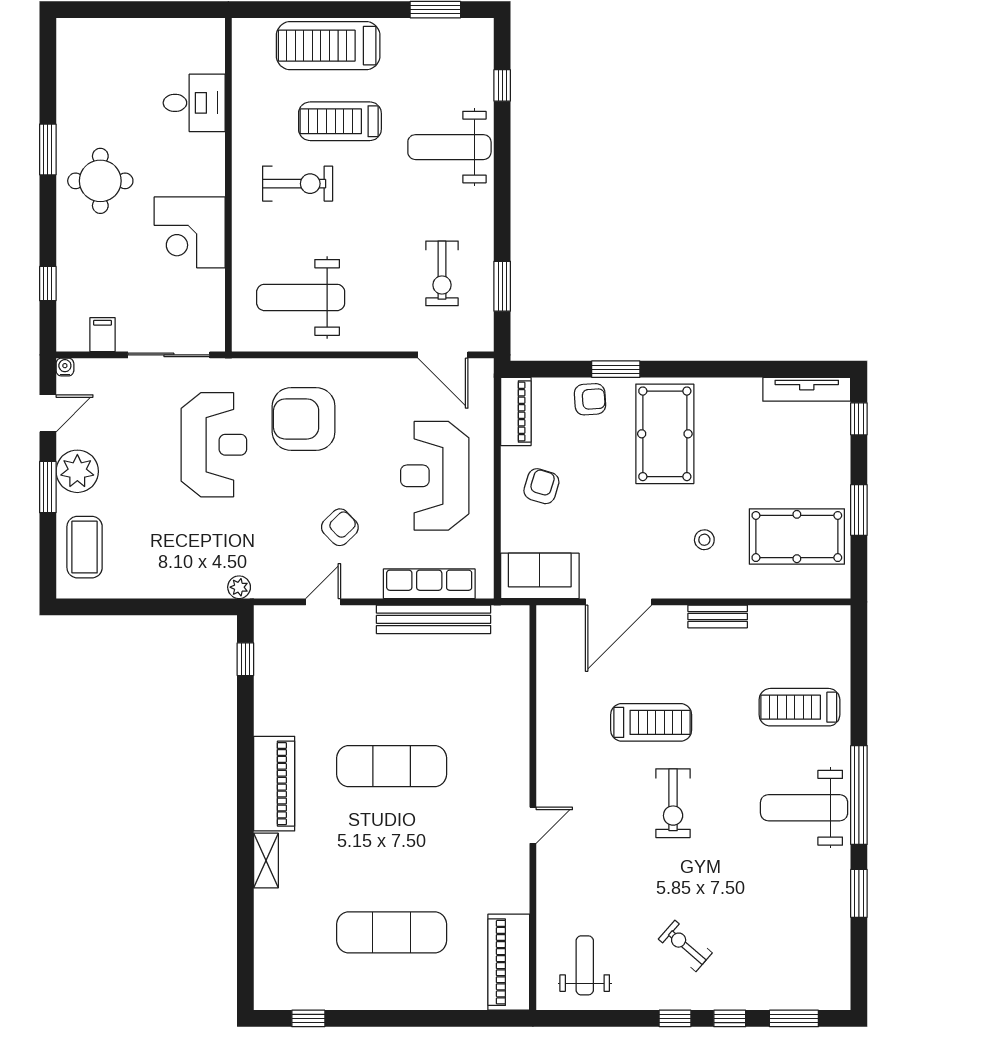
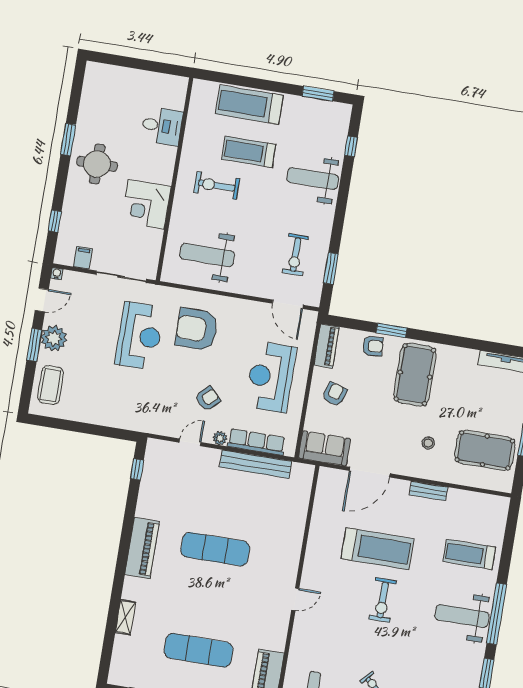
exercise bike: (298, 184) -> (217, 185), turned 180
plant: (239, 587) -> (220, 438), moved
treadmill: (651, 722) -> (377, 549), width x1.37, depth x1.38
shelving: (266, 861) -> (125, 617), moved

